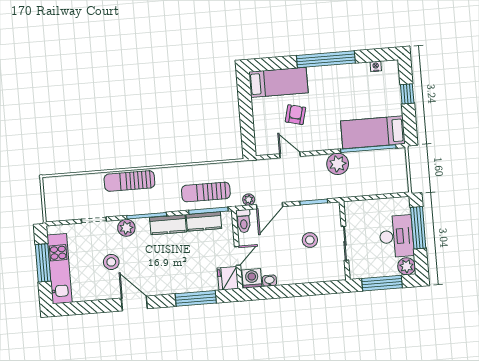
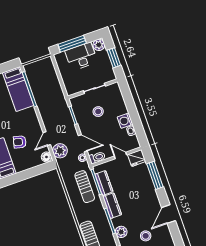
floor lamp: (263, 148) -> (46, 157), added
plant: (338, 164) -> (60, 151), moved
washing machine: (252, 278) -> (125, 121), moved
window: (382, 283) -> (114, 58), width x0.69

